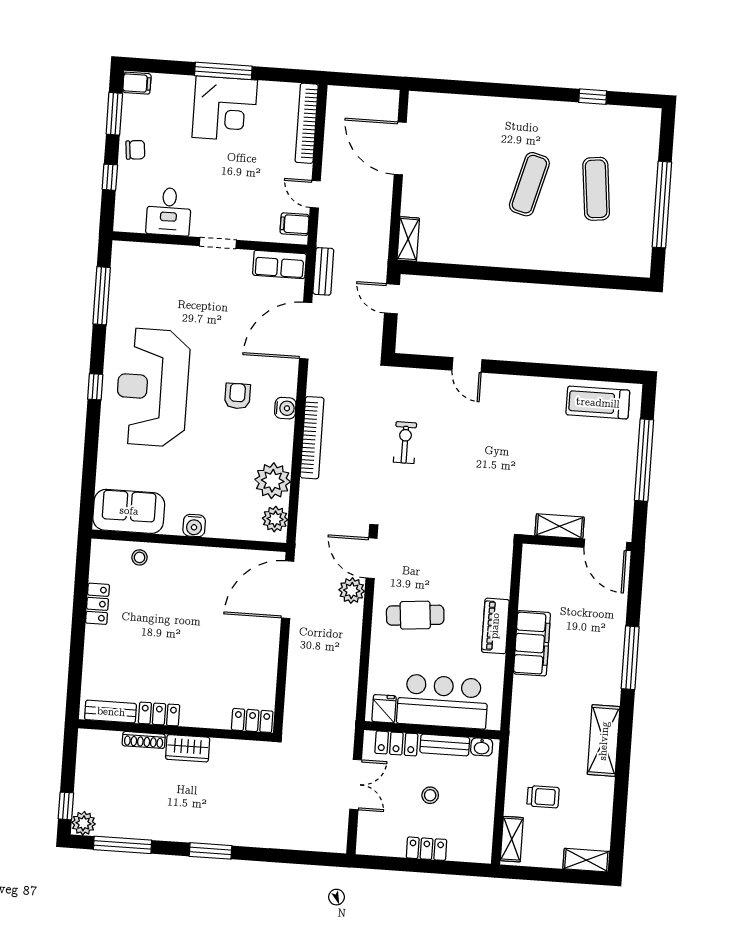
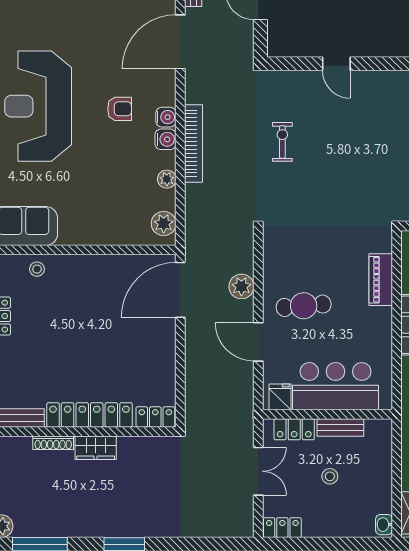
armchair: (237, 396) -> (120, 109), turned 90
plant: (273, 481) -> (167, 179), width x0.53, depth x0.53
water cooler: (194, 526) -> (166, 139), moved, turned -90
door: (372, 558) -> (258, 342), moved
piano: (495, 626) -> (381, 280), moved
locker: (159, 714) -> (89, 415), width x2.16, depth x1.21
washbasin: (482, 747) -> (384, 525), moved, turned 90
locker: (426, 849) -> (282, 528), moved

